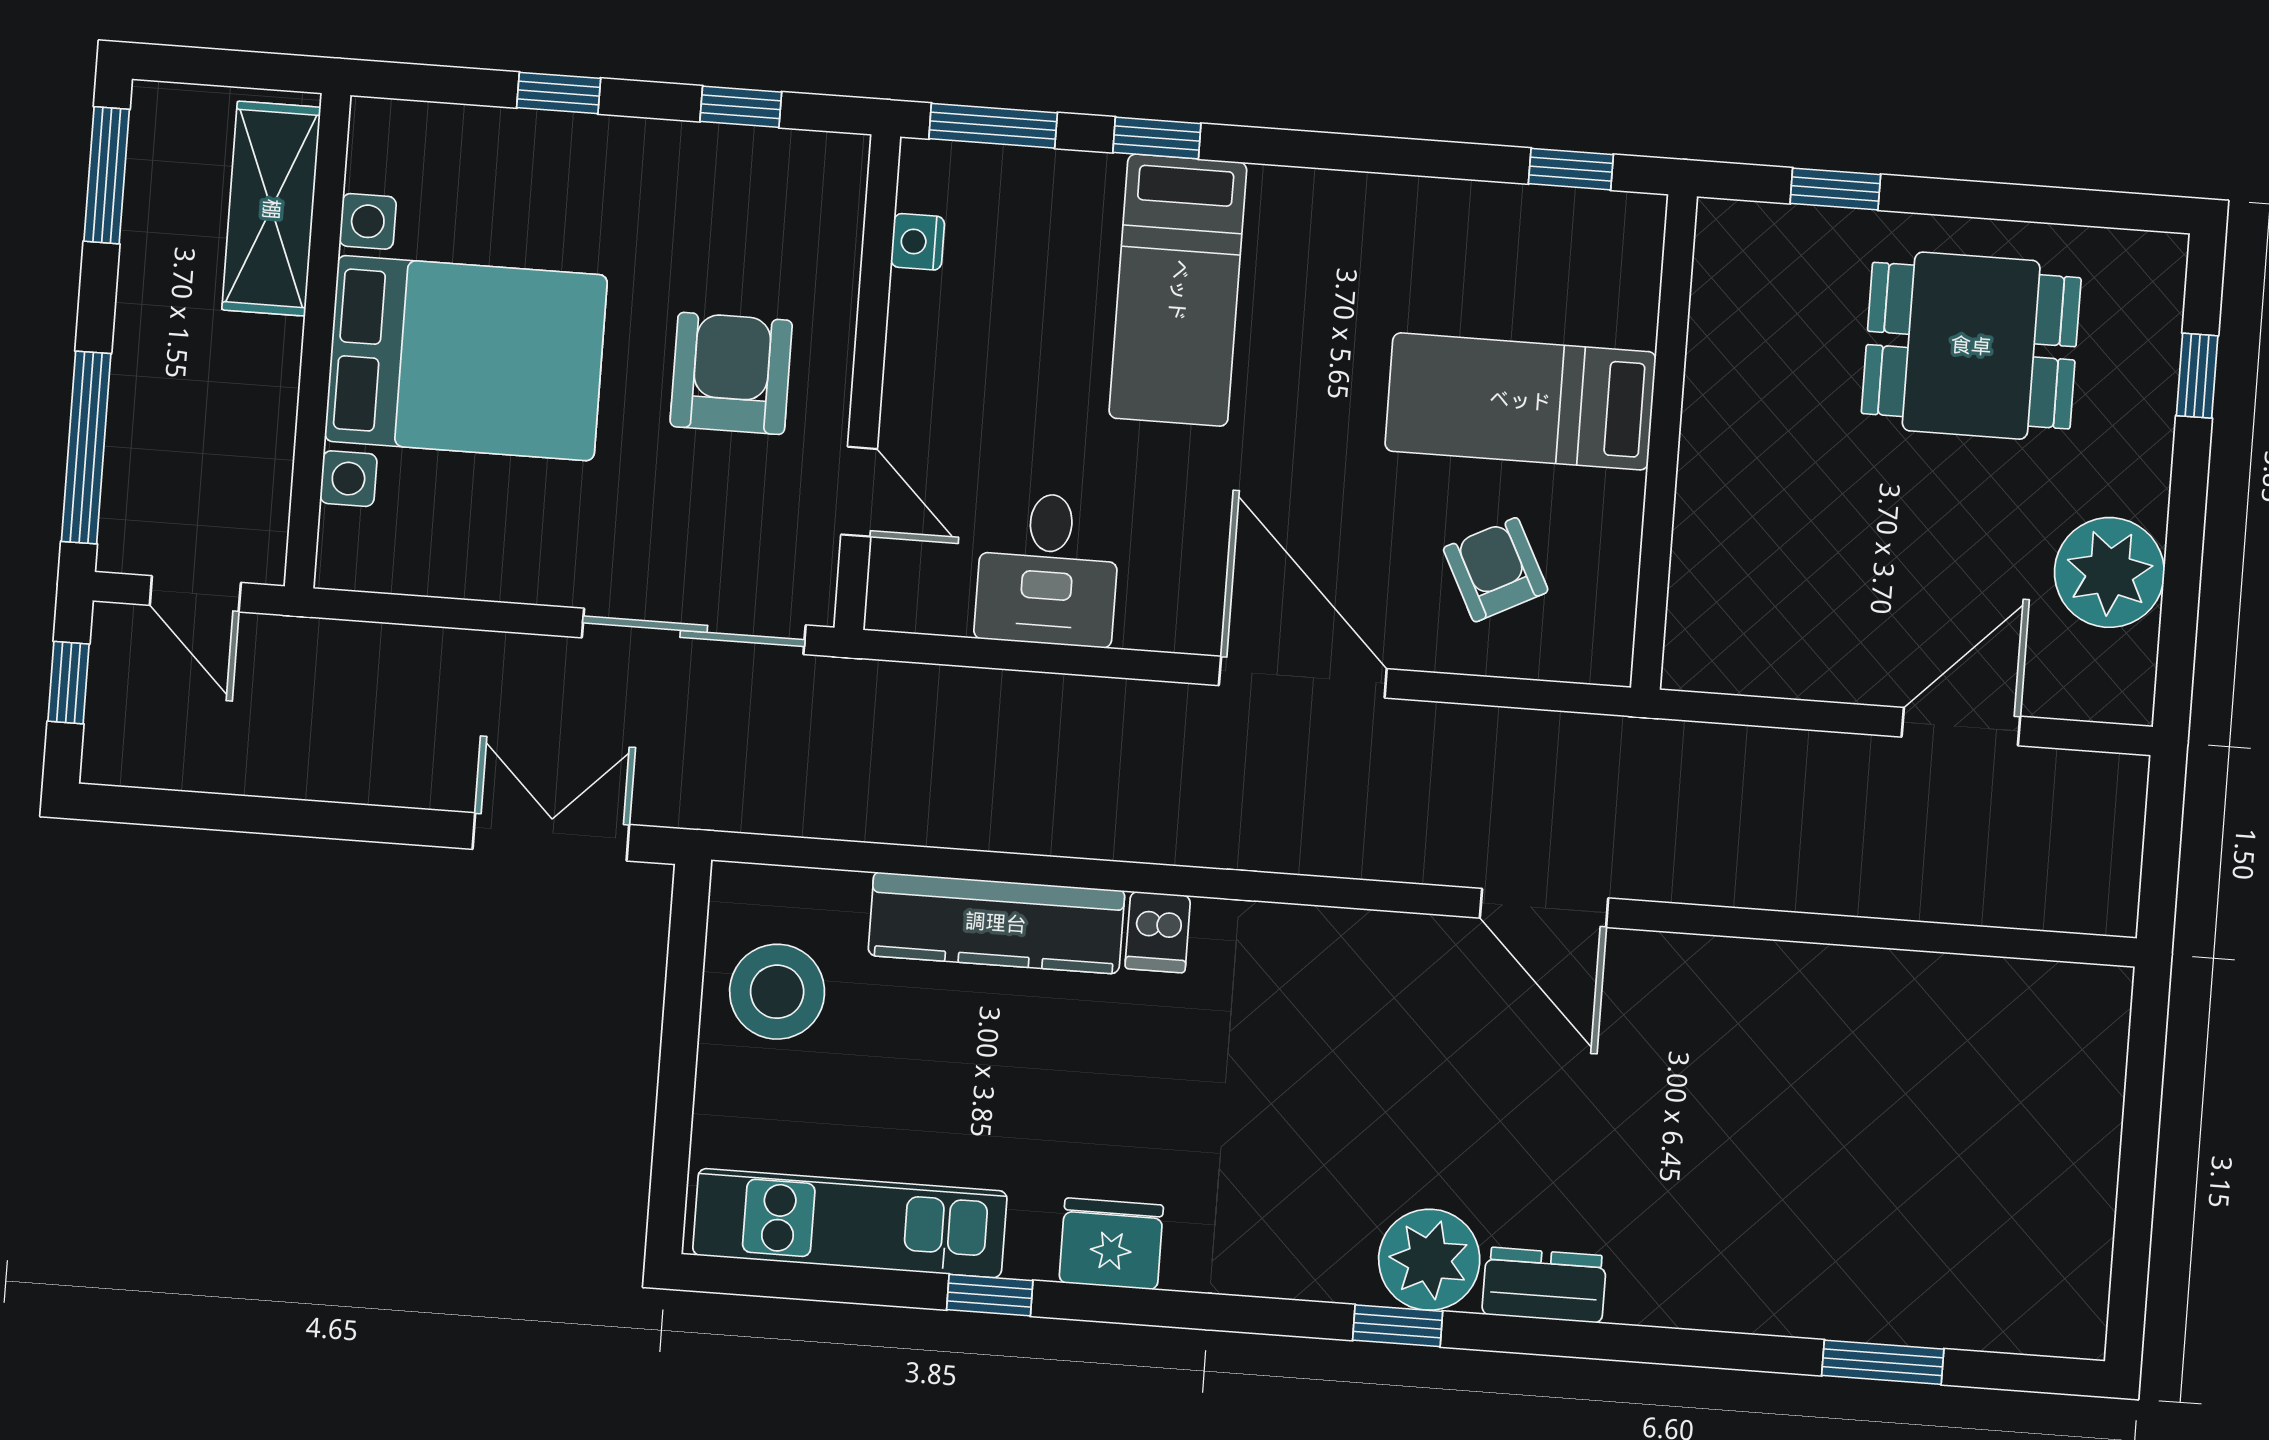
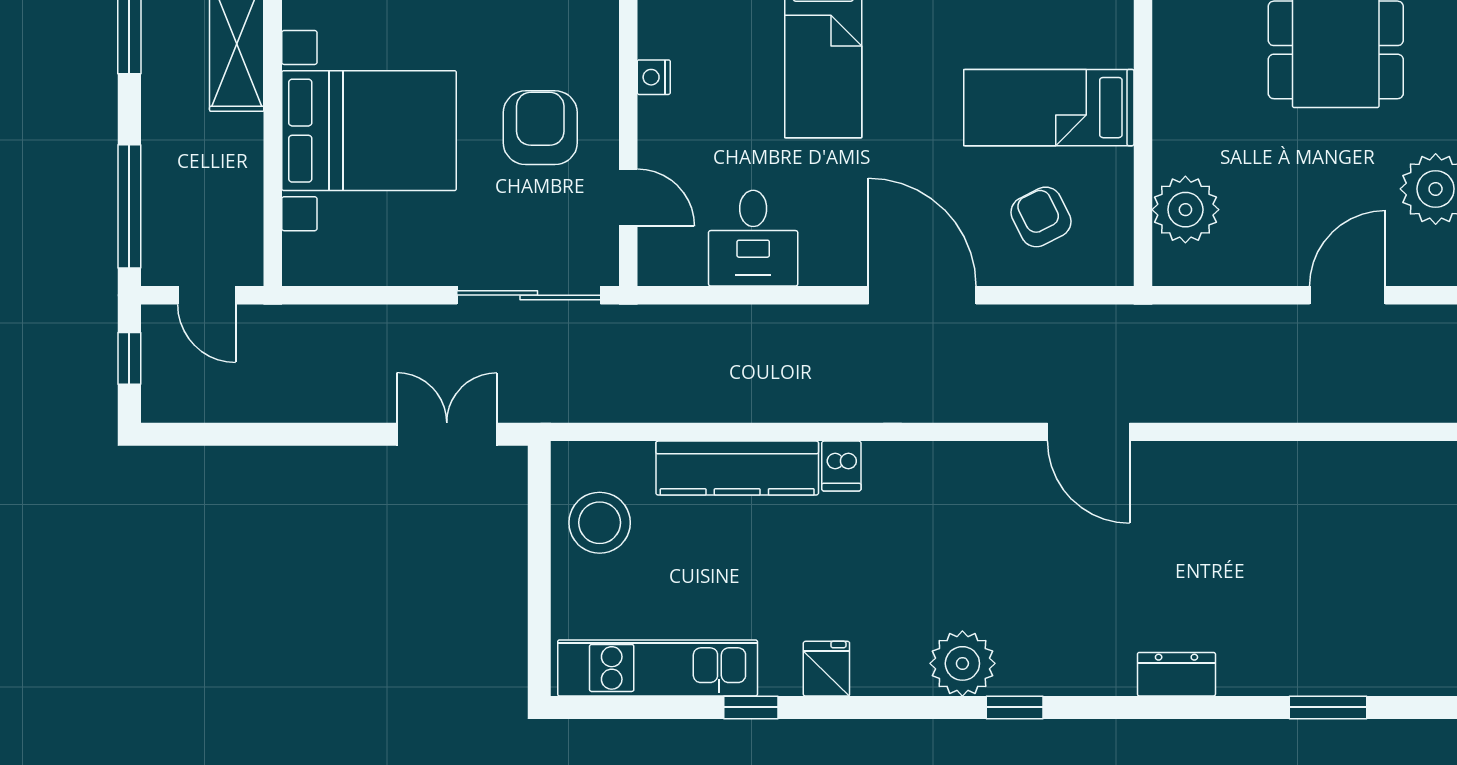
nightstand: (918, 242) -> (654, 77), moved
plant: (1720, 575) -> (1185, 210), added
fridge: (1111, 1244) -> (826, 669), width x0.72
plant: (1429, 1260) -> (962, 663), moved
dresser: (1544, 1285) -> (1176, 674), moved

